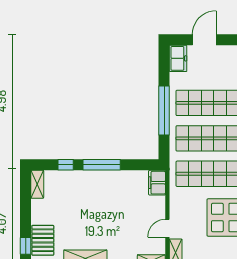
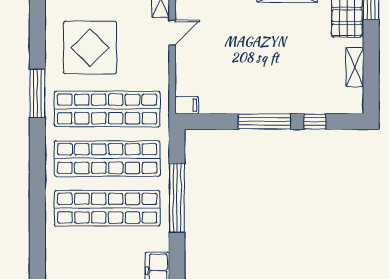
filing cabinet: (157, 183) -> (187, 105), width x0.50
shelving: (37, 184) -> (355, 67), moved

